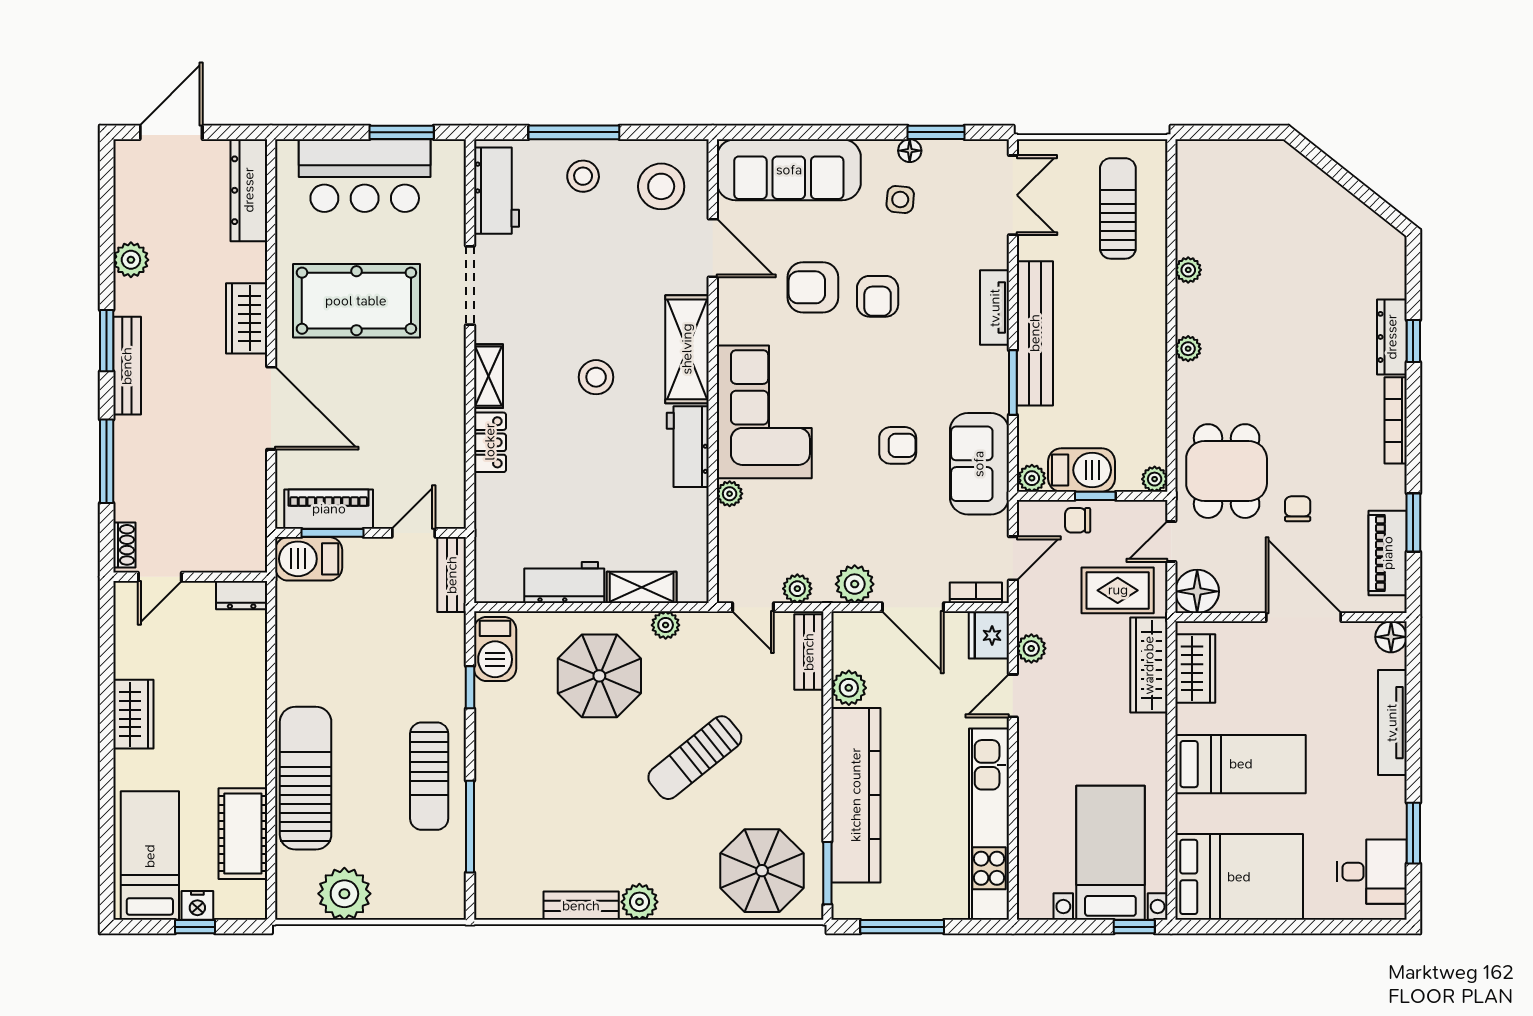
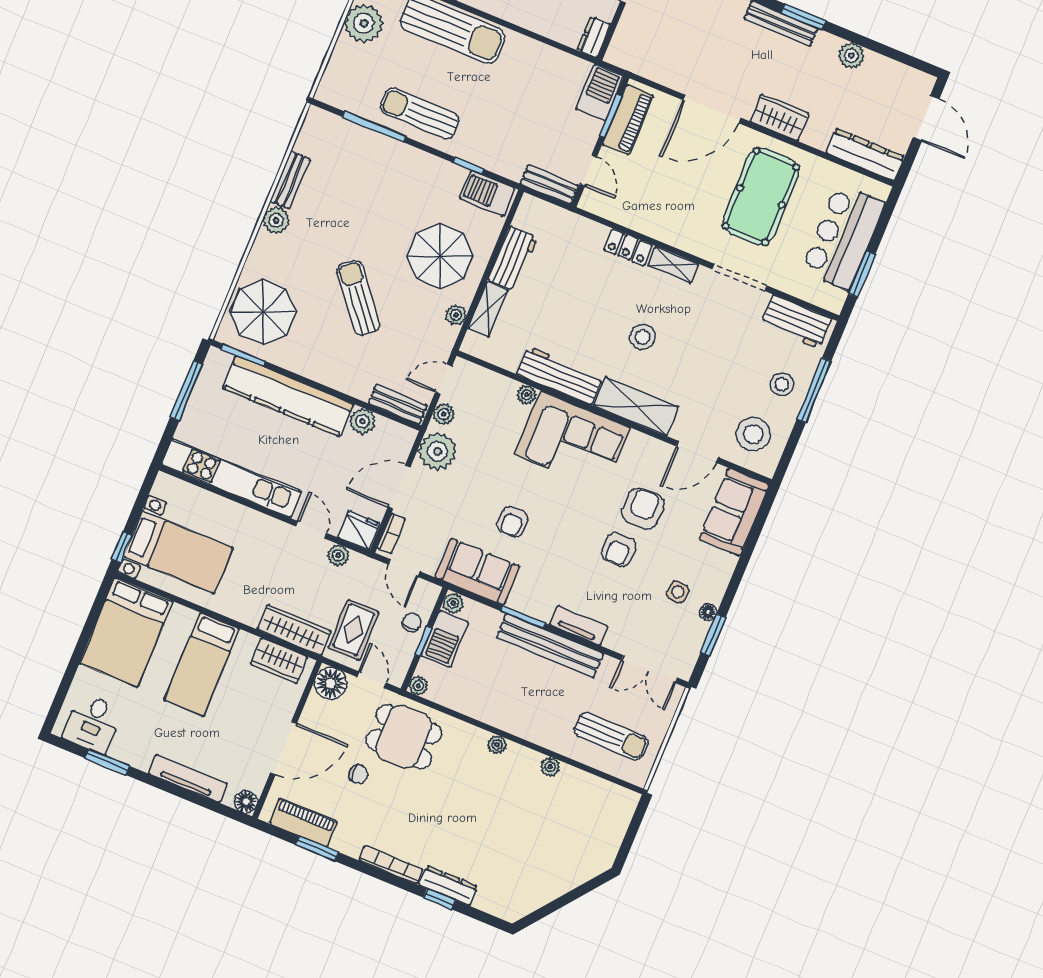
sofa: (789, 170) -> (734, 512), width x0.73
armchair: (878, 296) -> (619, 550), turned -90
workbench: (688, 447) -> (560, 375), width x1.38
plant: (855, 584) -> (437, 451), width x1.36, depth x1.36

